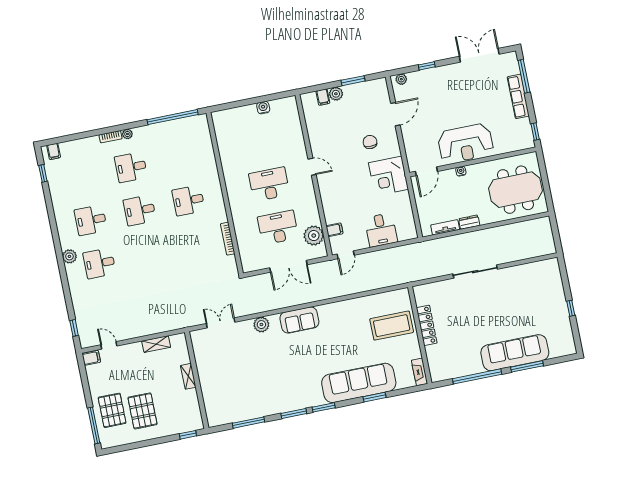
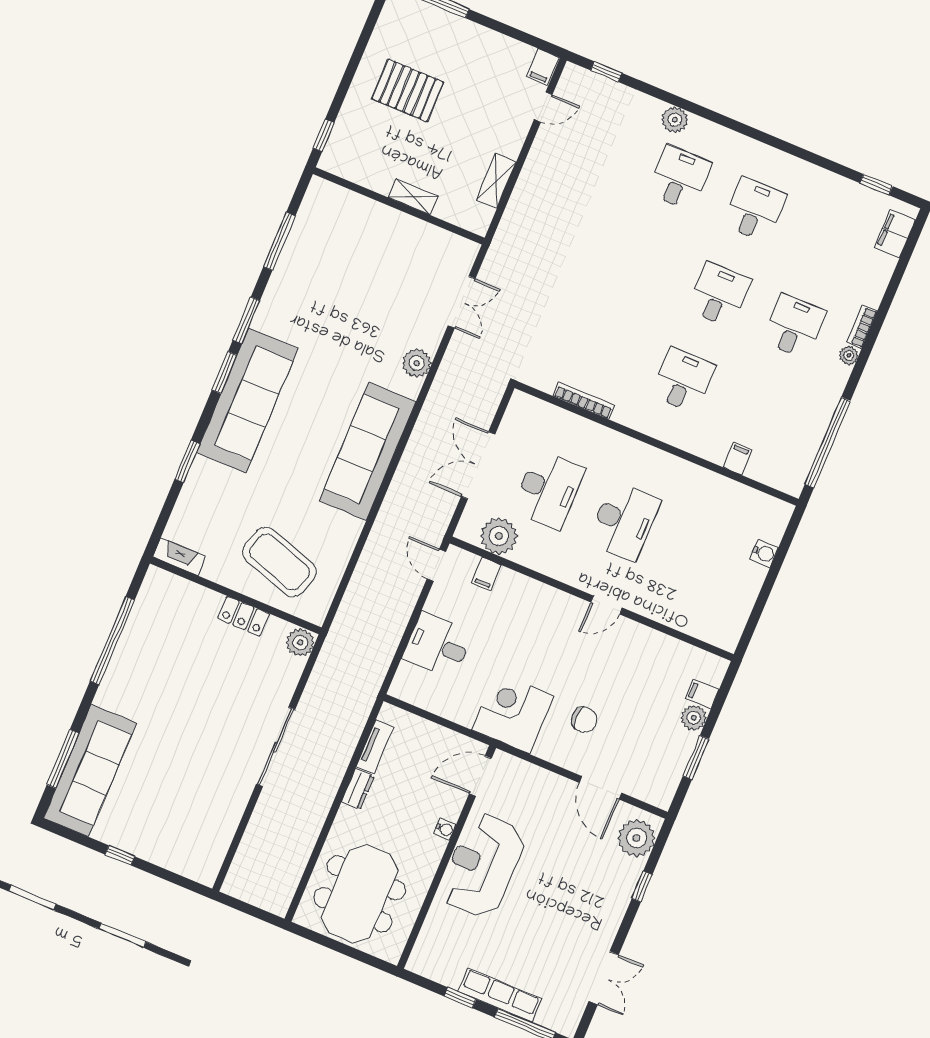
double door: (479, 55) -> (604, 978), width x0.73
plant: (401, 79) -> (637, 838), width x1.88, depth x1.88
water cooler: (263, 108) -> (764, 553), moved
window: (535, 132) -> (460, 998), moved
filing cabinet: (54, 151) -> (895, 233), width x2.00
filing cabinet: (207, 153) -> (737, 458), added
door: (426, 171) -> (480, 776), hinge flipped
plant: (69, 256) -> (675, 120), moved
plant: (421, 292) -> (300, 642), added
sofa: (299, 320) -> (368, 451), width x1.85, depth x1.27
locker: (427, 325) -> (243, 616), width x0.66
coffee table: (392, 326) -> (279, 562), turned -72
sofa: (515, 353) -> (90, 771), moved
window: (527, 366) -> (63, 759), moved
sofa: (359, 383) -> (247, 400), moved
pallet: (112, 410) -> (440, 44), removed

